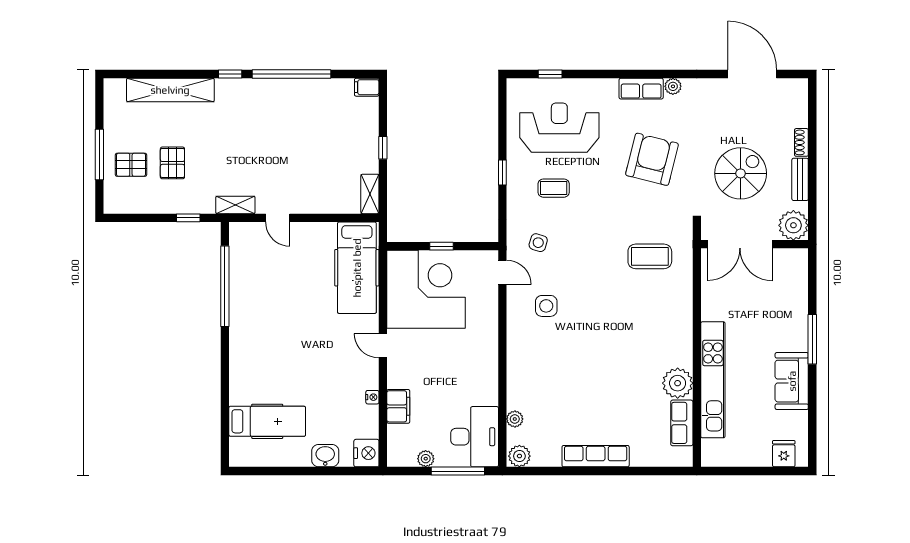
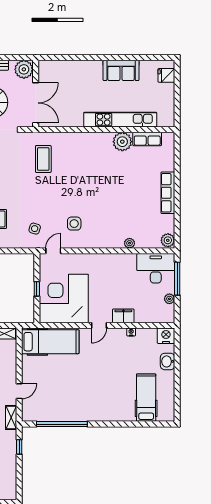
window: (812, 339) -> (95, 58), removed
filing cabinet: (398, 406) -> (123, 316), moved
plant: (515, 419) -> (130, 243), moved

